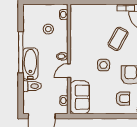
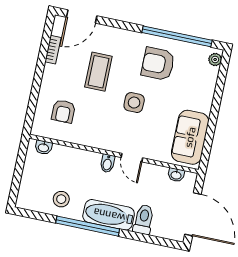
stool: (48, 29) -> (61, 199), moved
coffee table: (118, 39) -> (98, 72), turned 61
sofa: (80, 97) -> (190, 137), moved, turned -90
armchair: (123, 99) -> (63, 111), moved, turned 180

